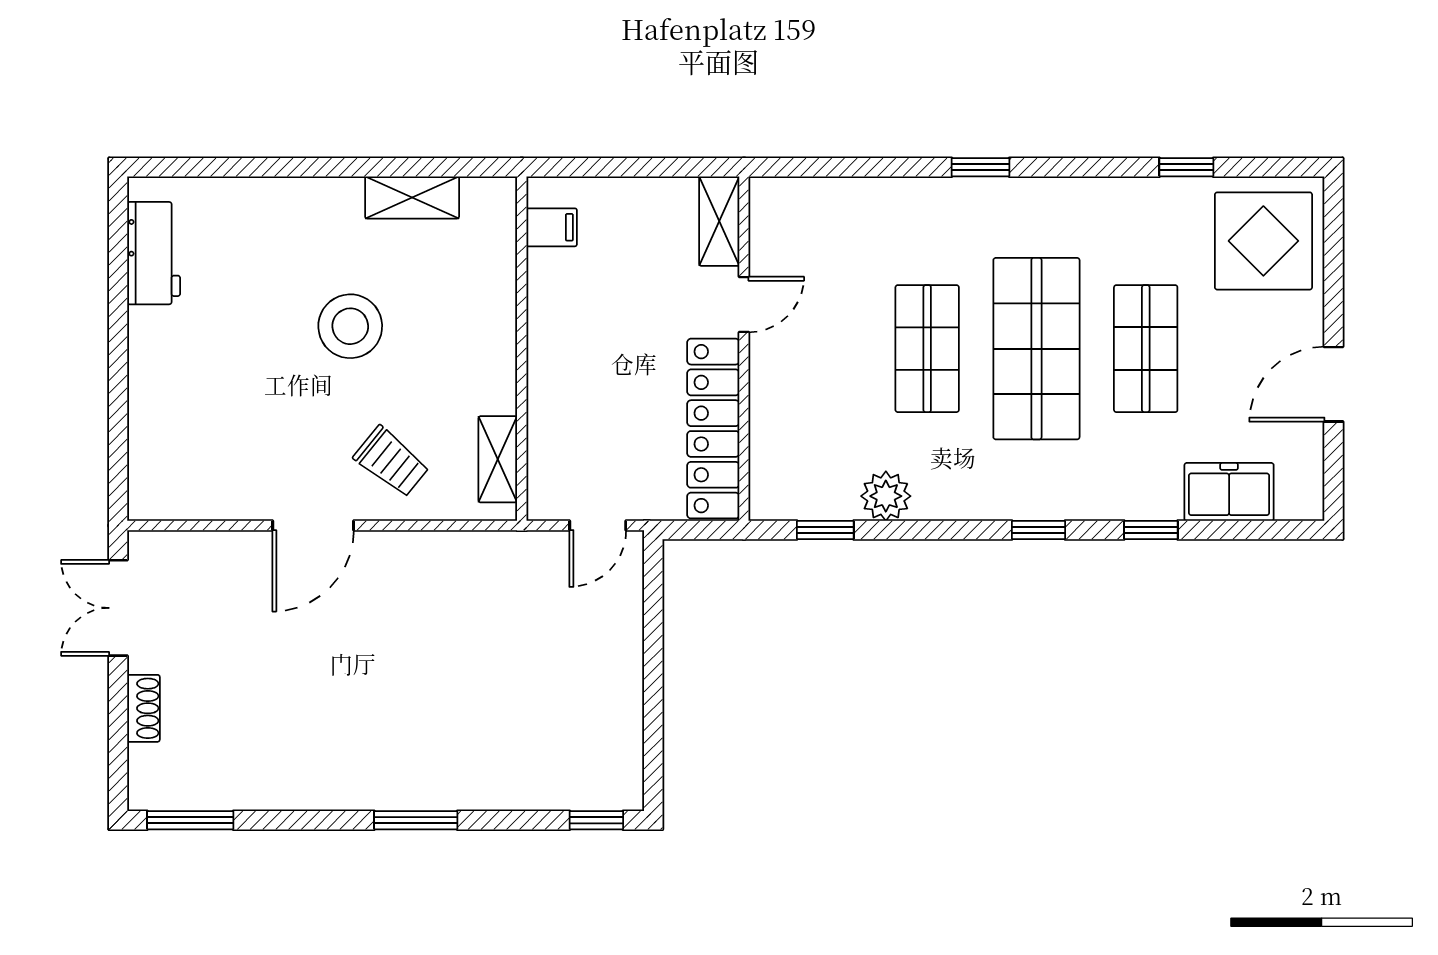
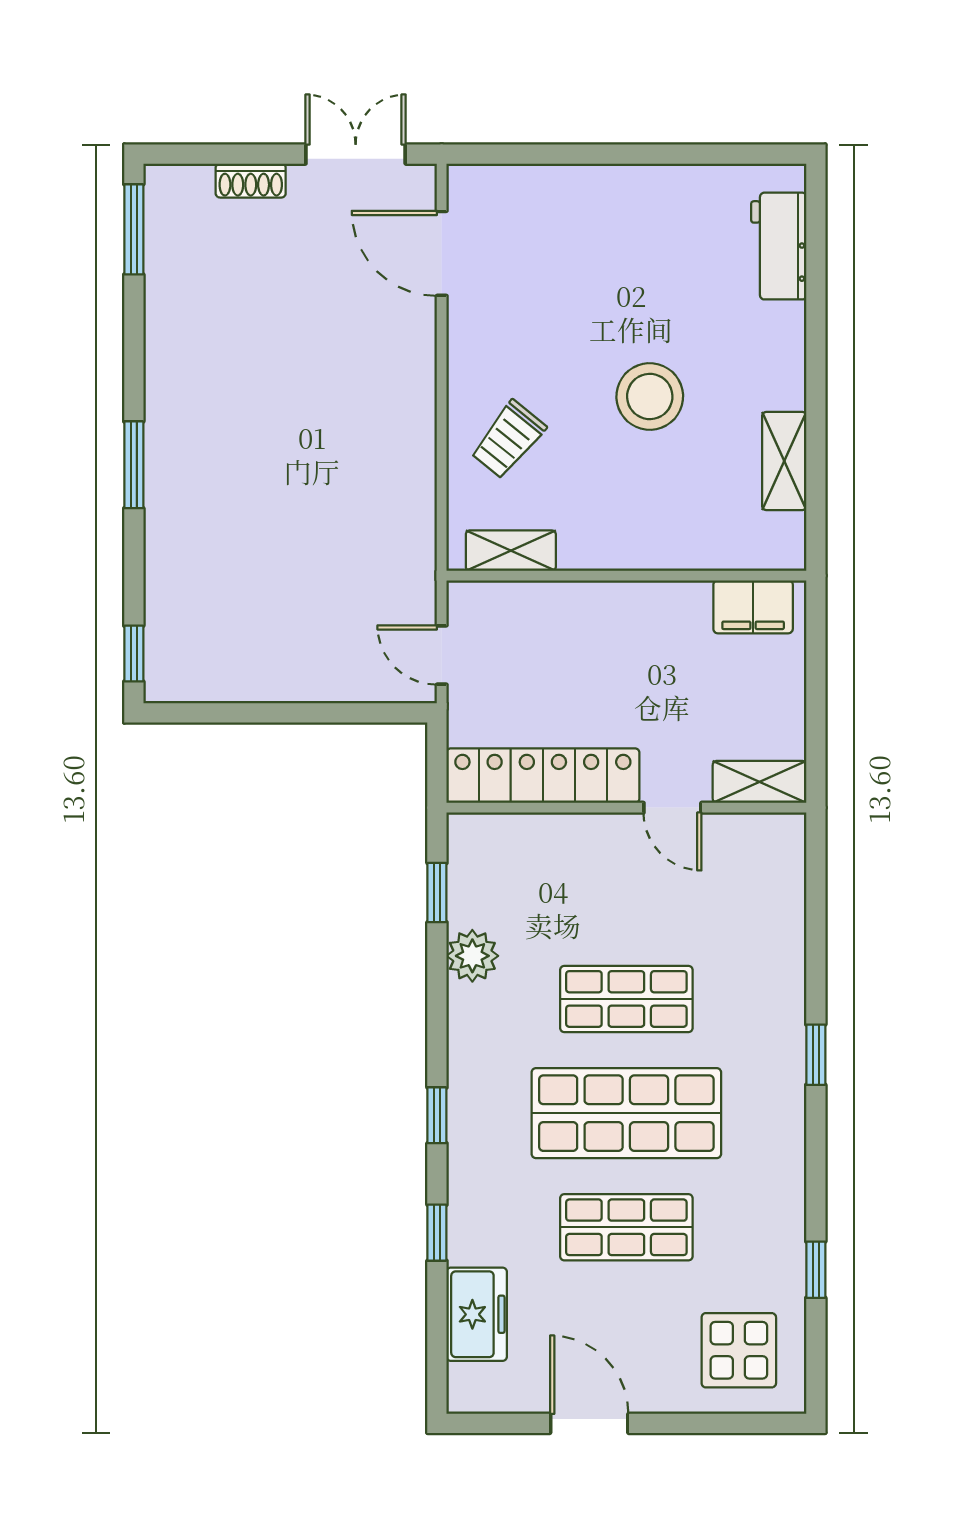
filing cabinet: (552, 227) -> (753, 607), width x2.00
display table: (1263, 241) -> (739, 1350), width x0.73, depth x0.73
workbench: (154, 253) -> (779, 246), moved, turned 90
door: (313, 525) -> (442, 253), moved

